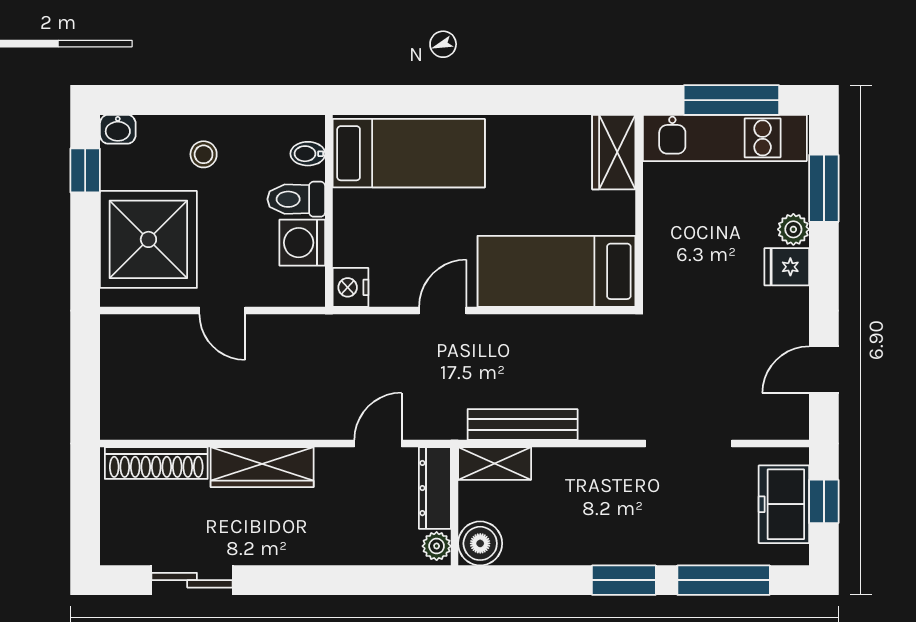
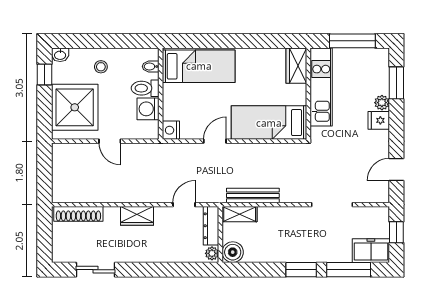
kitchen unit: (725, 138) -> (321, 87), moved, turned -90
wardrobe: (262, 467) -> (137, 216), width x0.67
freezer: (784, 504) -> (371, 251), moved, turned 90

